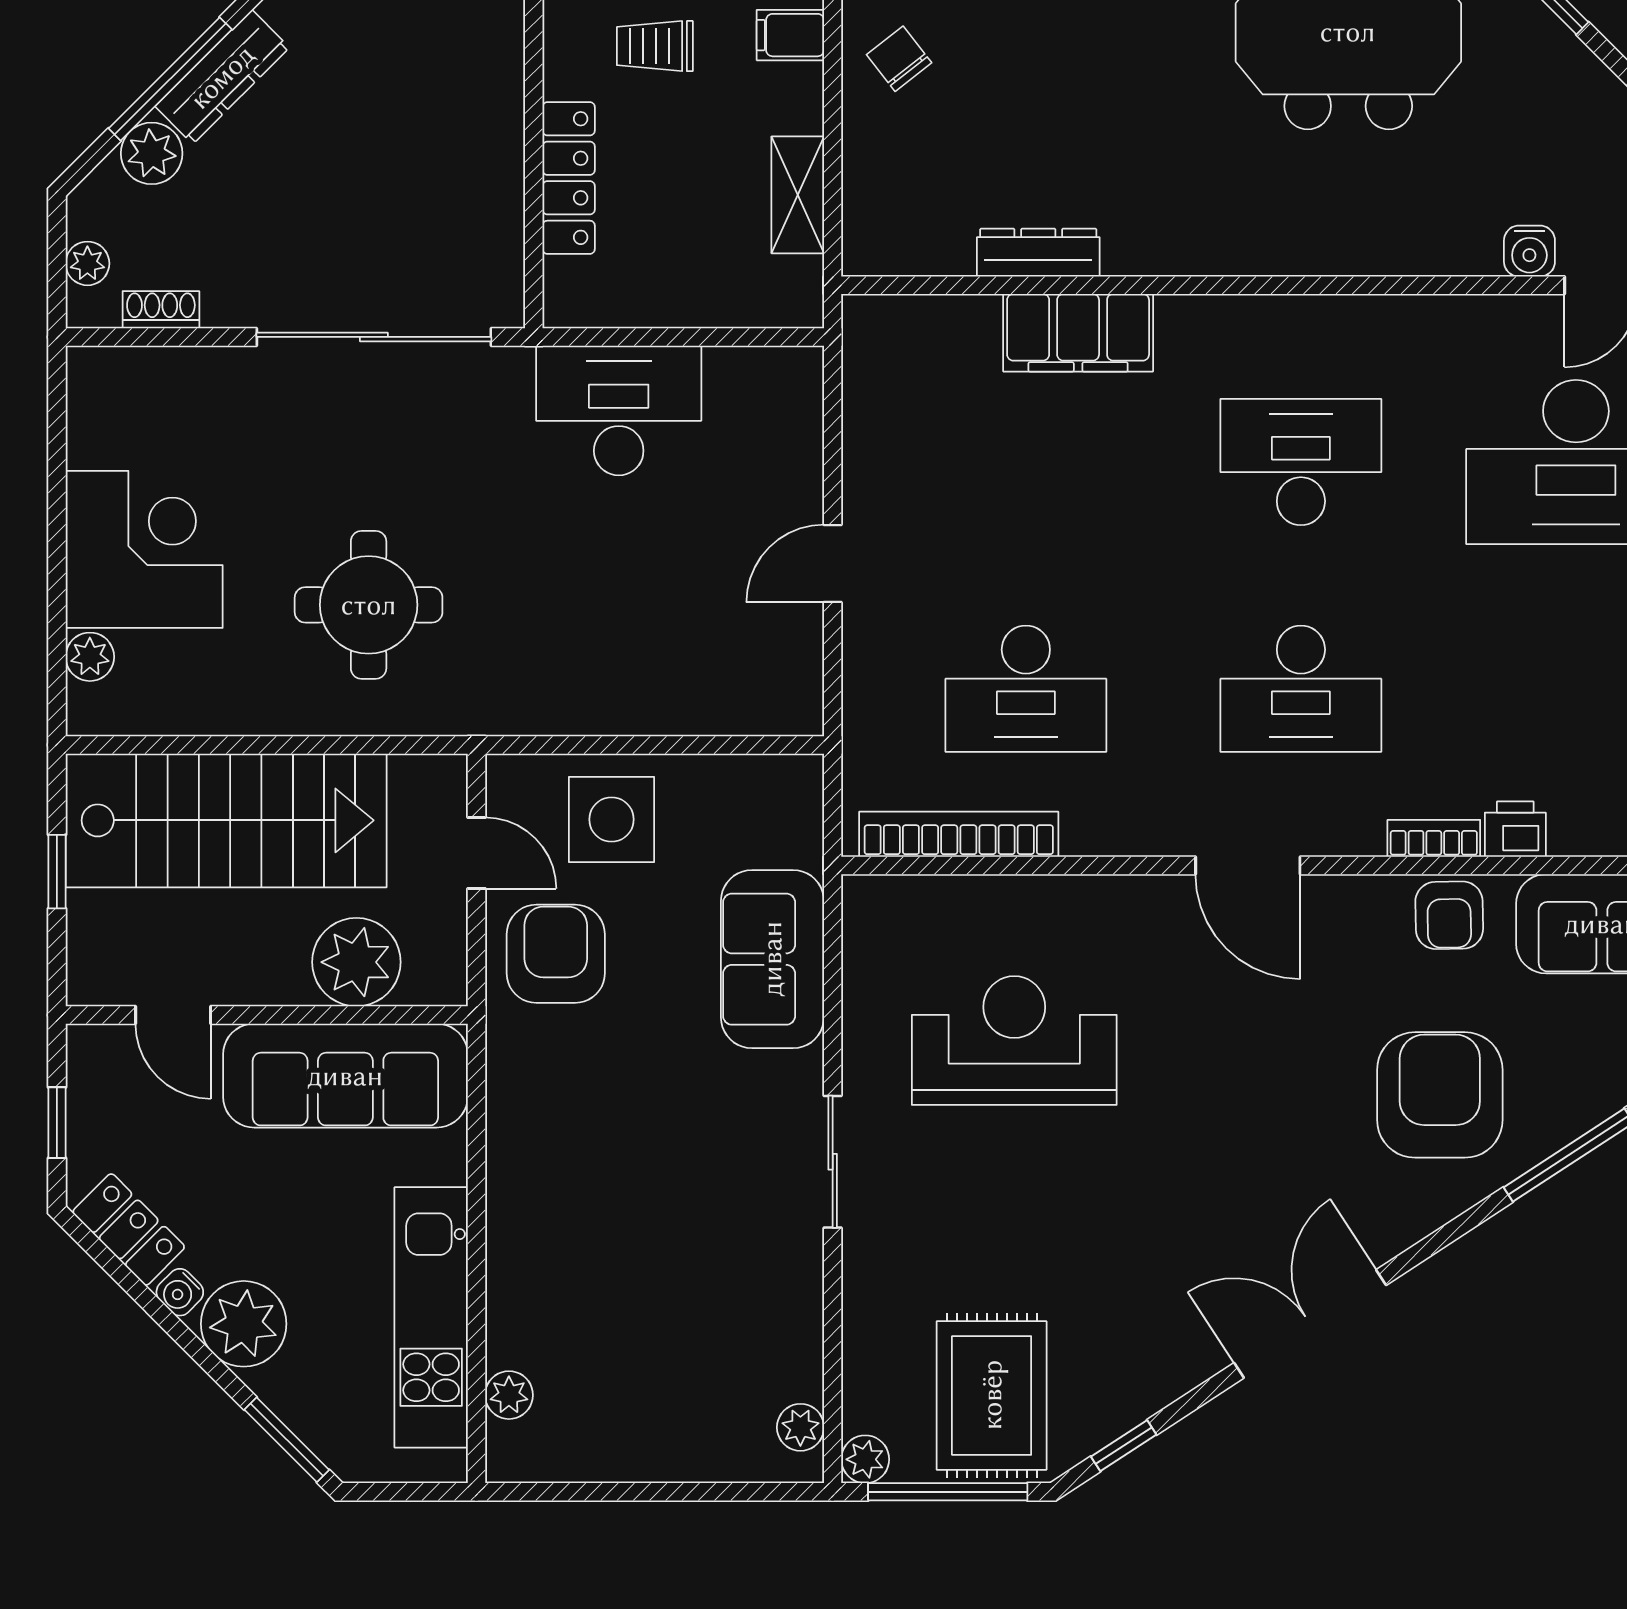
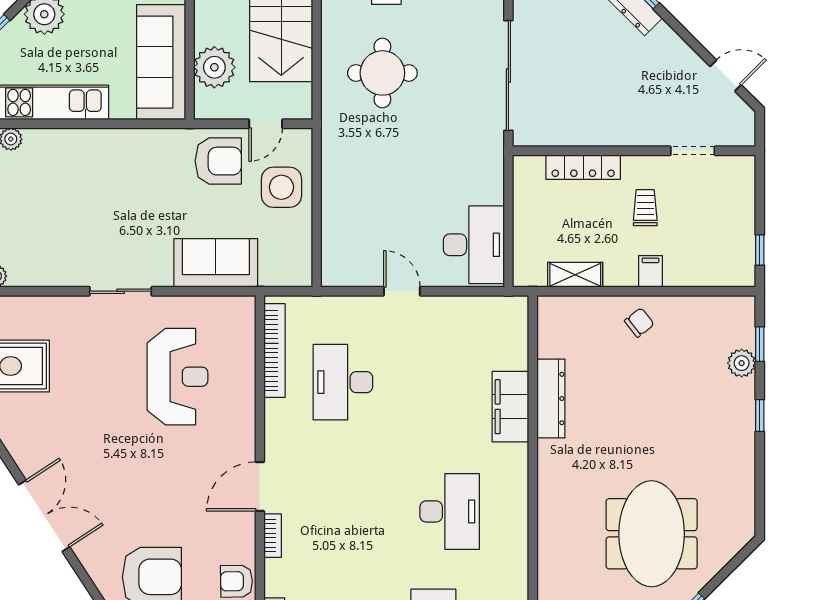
dresser: (1038, 253) -> (551, 399), width x1.37, depth x1.24
desk: (619, 410) -> (474, 245), moved
desk: (1301, 689) -> (343, 511), removed
bookcase: (1434, 838) -> (273, 536), moved

